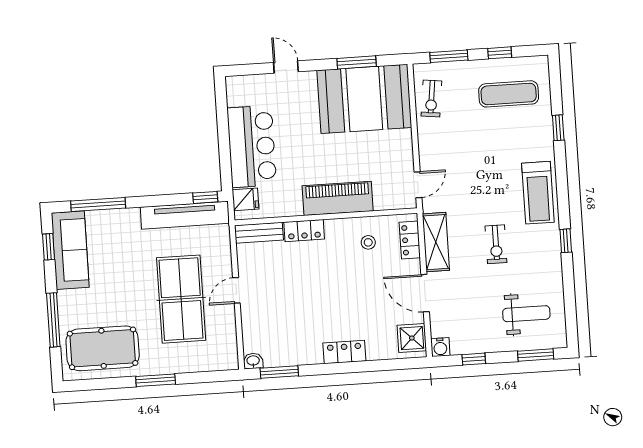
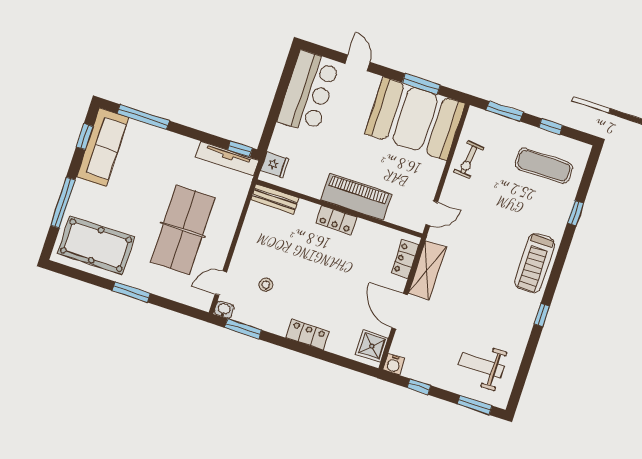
exercise bike: (431, 98) -> (469, 160), moved
bar counter: (252, 146) -> (308, 92), moved
tv unit: (185, 215) -> (227, 158), width x0.73, depth x0.78
locker: (304, 231) -> (336, 220), moved
stool: (368, 242) -> (266, 285), moved
exercise bike: (496, 244) -> (479, 293), removed
door: (236, 290) -> (221, 283), moved
weight bench: (526, 314) -> (481, 365), turned 180

